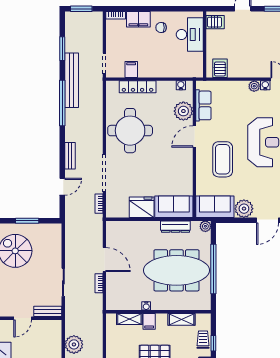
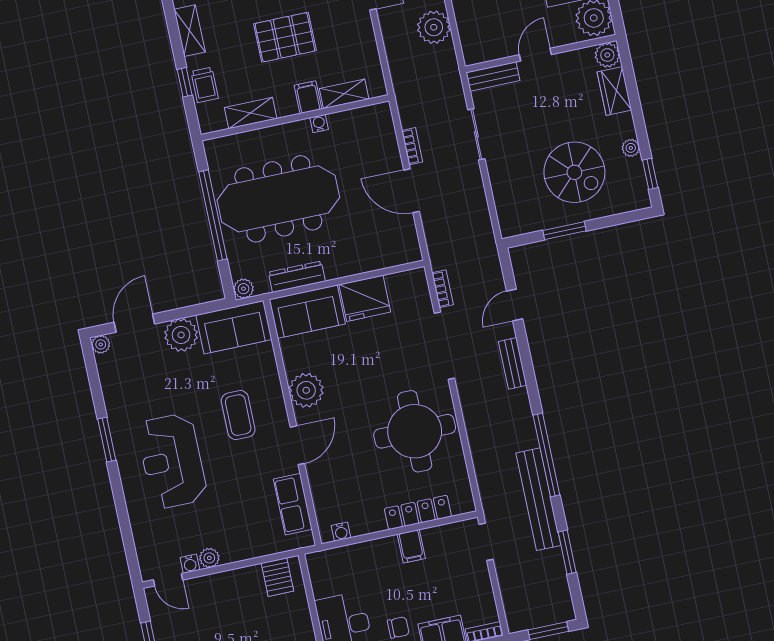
filing cabinet: (131, 69) -> (411, 546), moved
plant: (183, 111) -> (306, 390), moved
coffee table: (223, 159) -> (238, 415), width x0.73, depth x0.76

